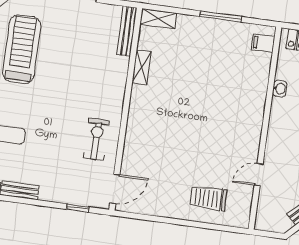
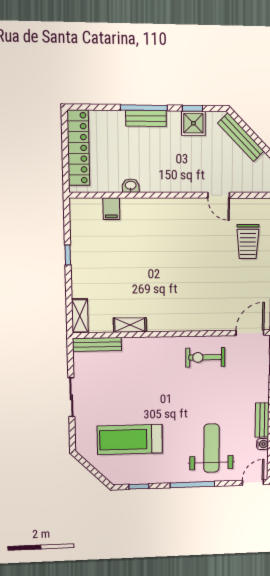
window: (221, 17) -> (68, 255), width x0.46
filing cabinet: (263, 43) -> (111, 209), moved
door: (115, 189) -> (250, 333), hinge flipped

